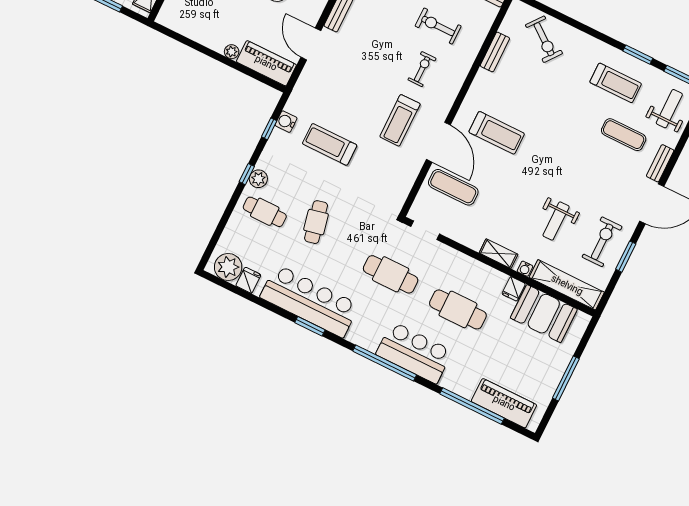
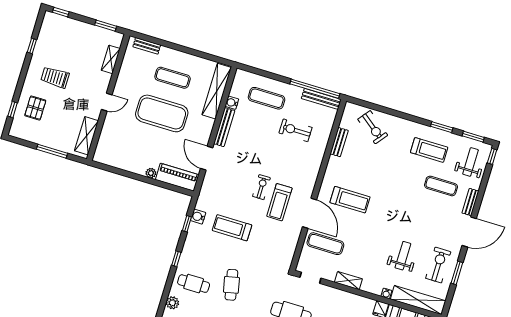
exercise bike: (422, 69) -> (261, 187), moved
plant: (258, 179) -> (172, 303), moved
weight bench: (556, 221) -> (403, 256), turned 180
shelving: (499, 254) -> (348, 281), moved

